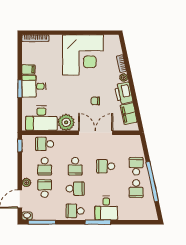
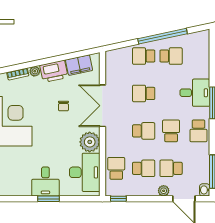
filing cabinet: (28, 69) -> (25, 188), removed
school desk: (45, 144) -> (116, 168), turned 180
school desk: (106, 166) -> (144, 93), turned 90

